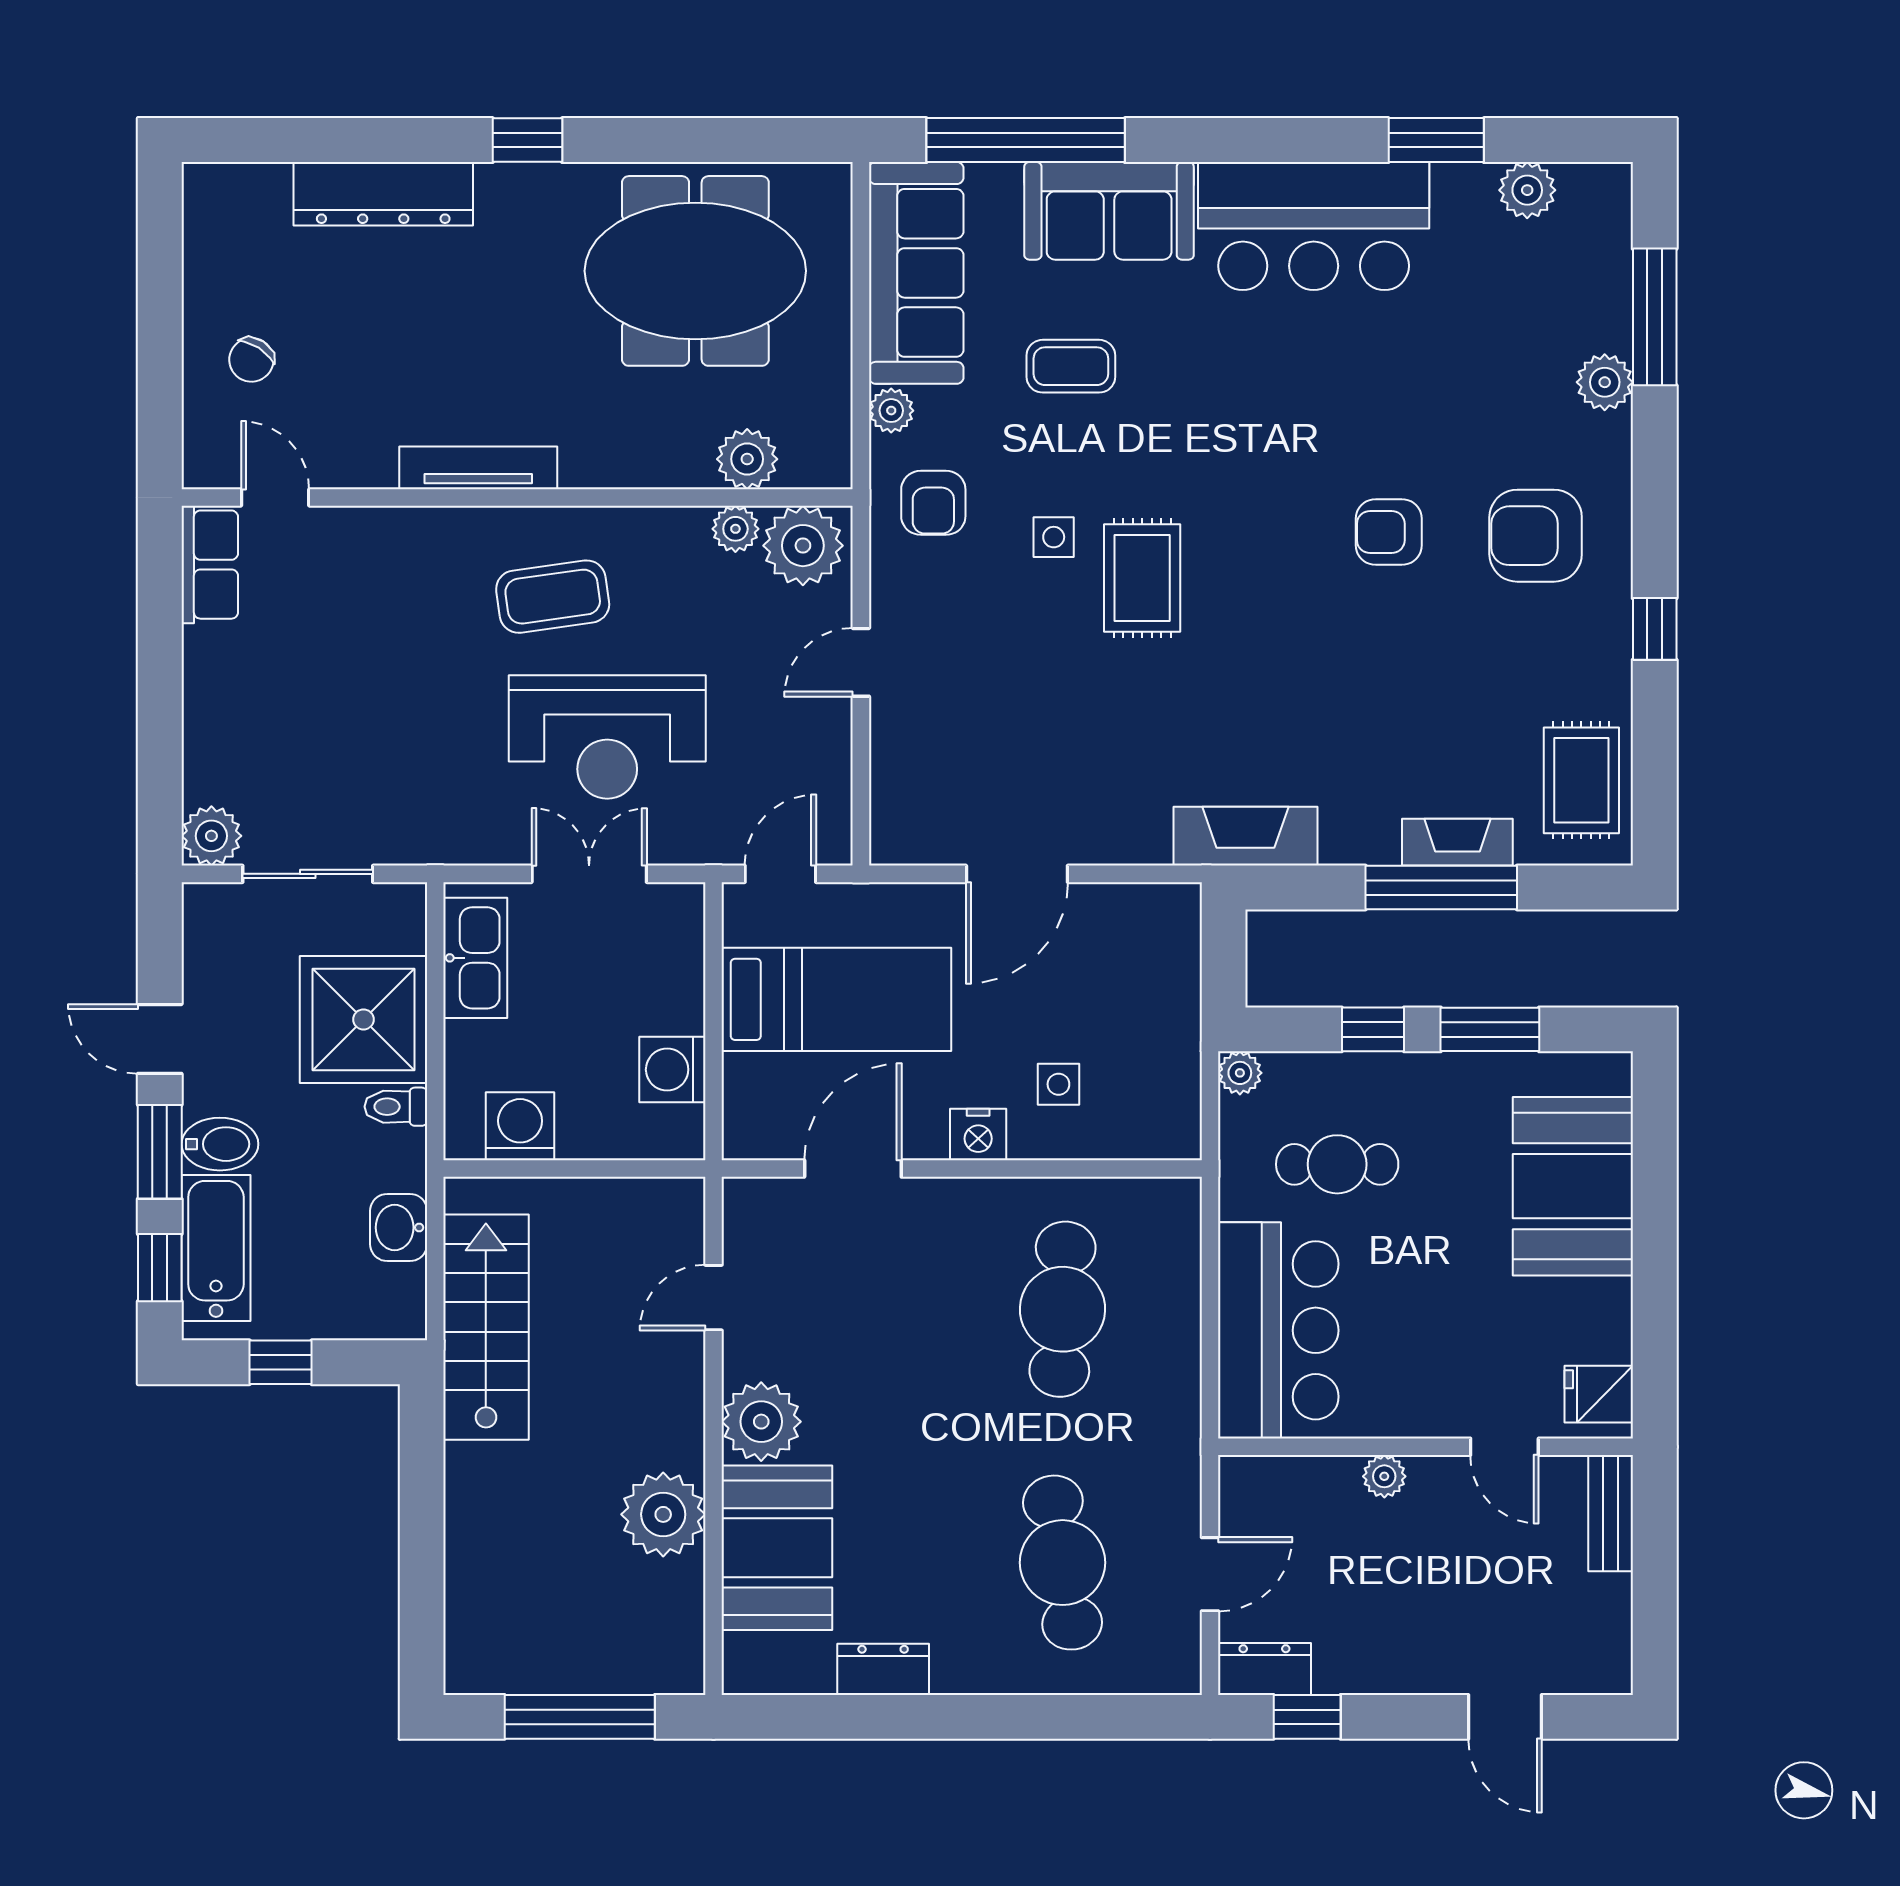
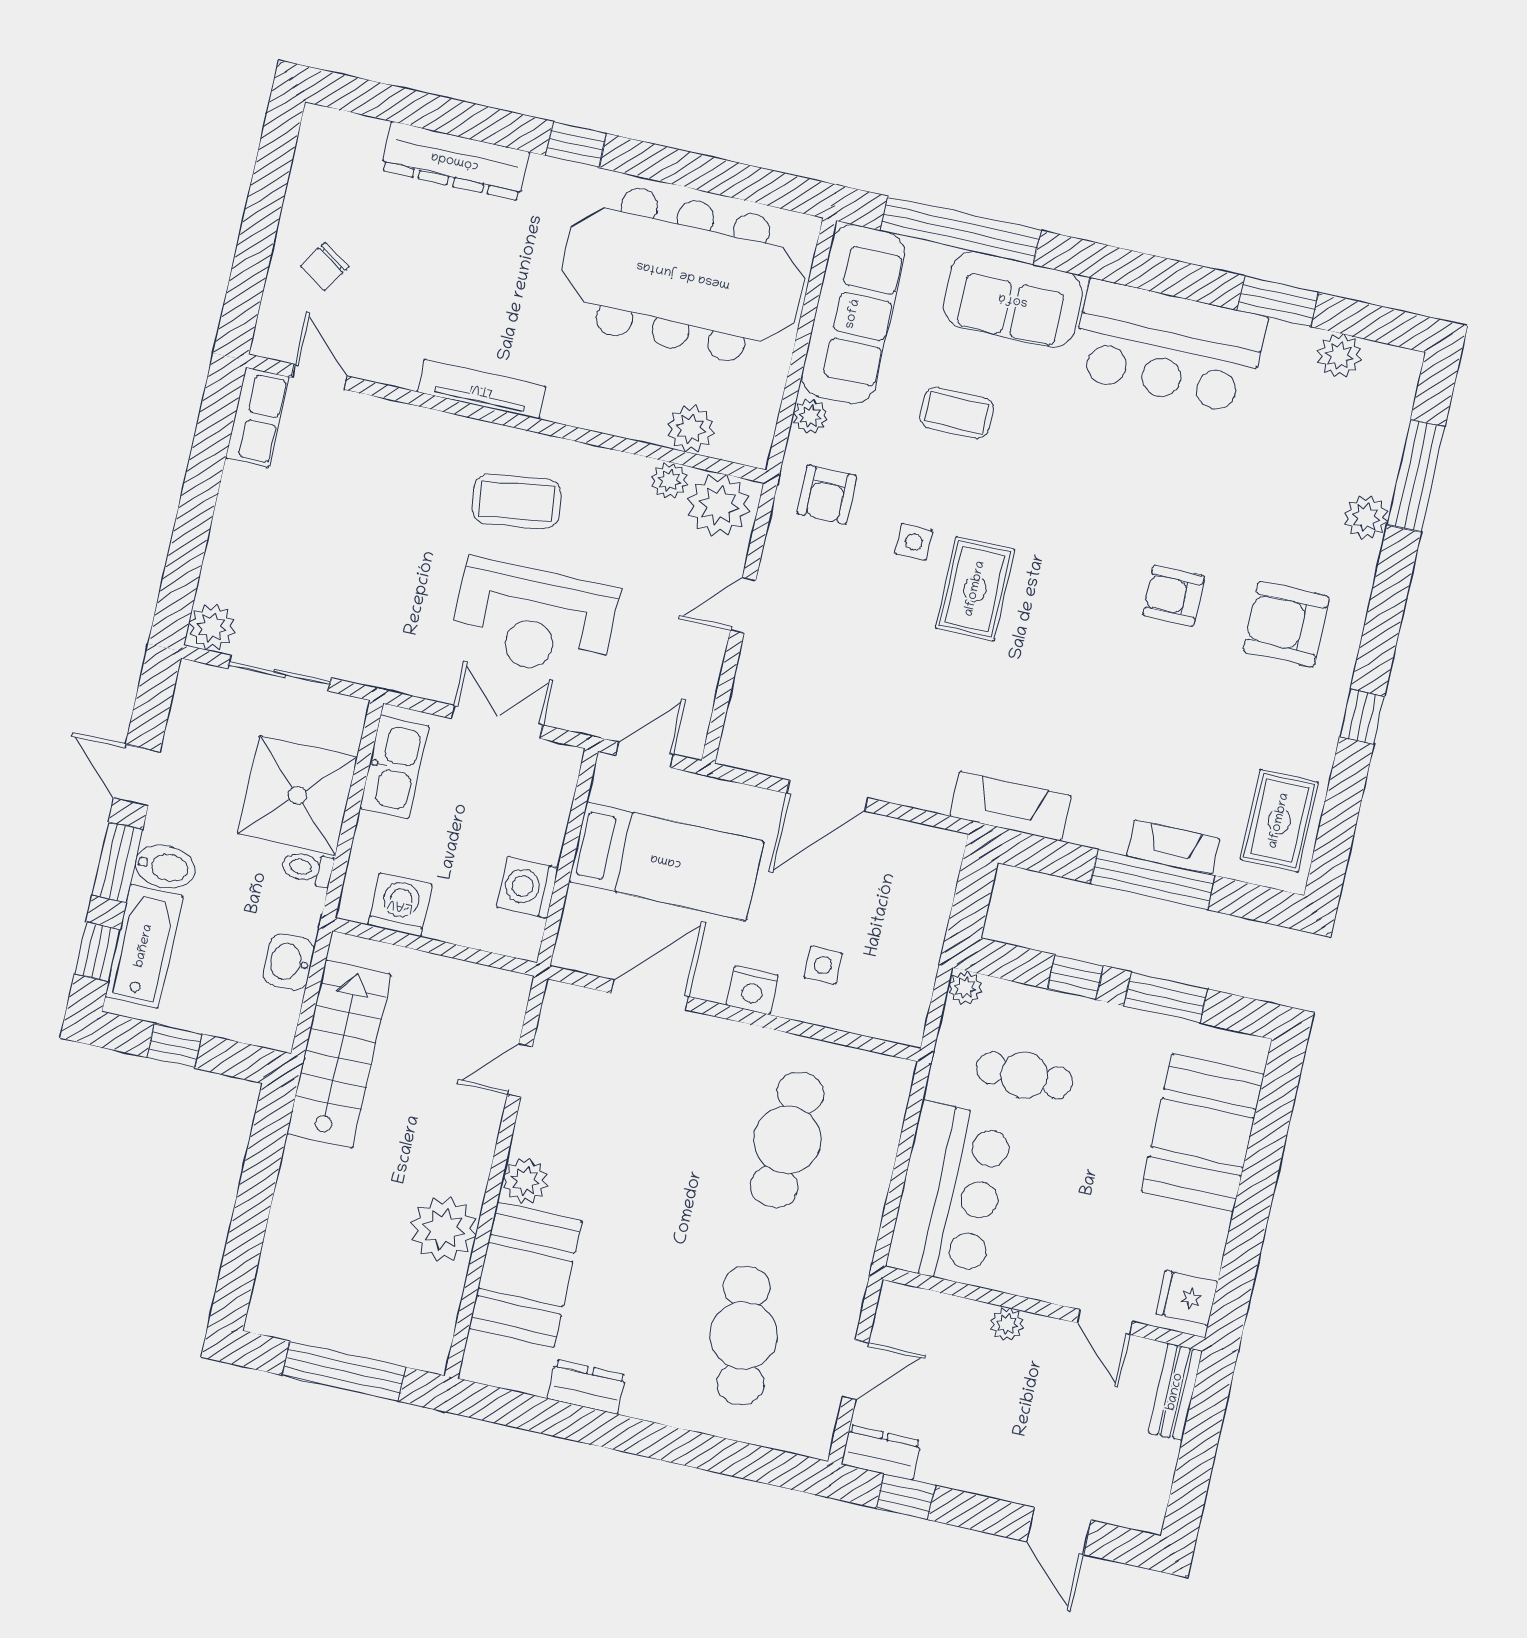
meeting table: (695, 271) -> (683, 275), width x1.36
plant: (761, 1422) -> (525, 1181), width x0.73, depth x0.73

